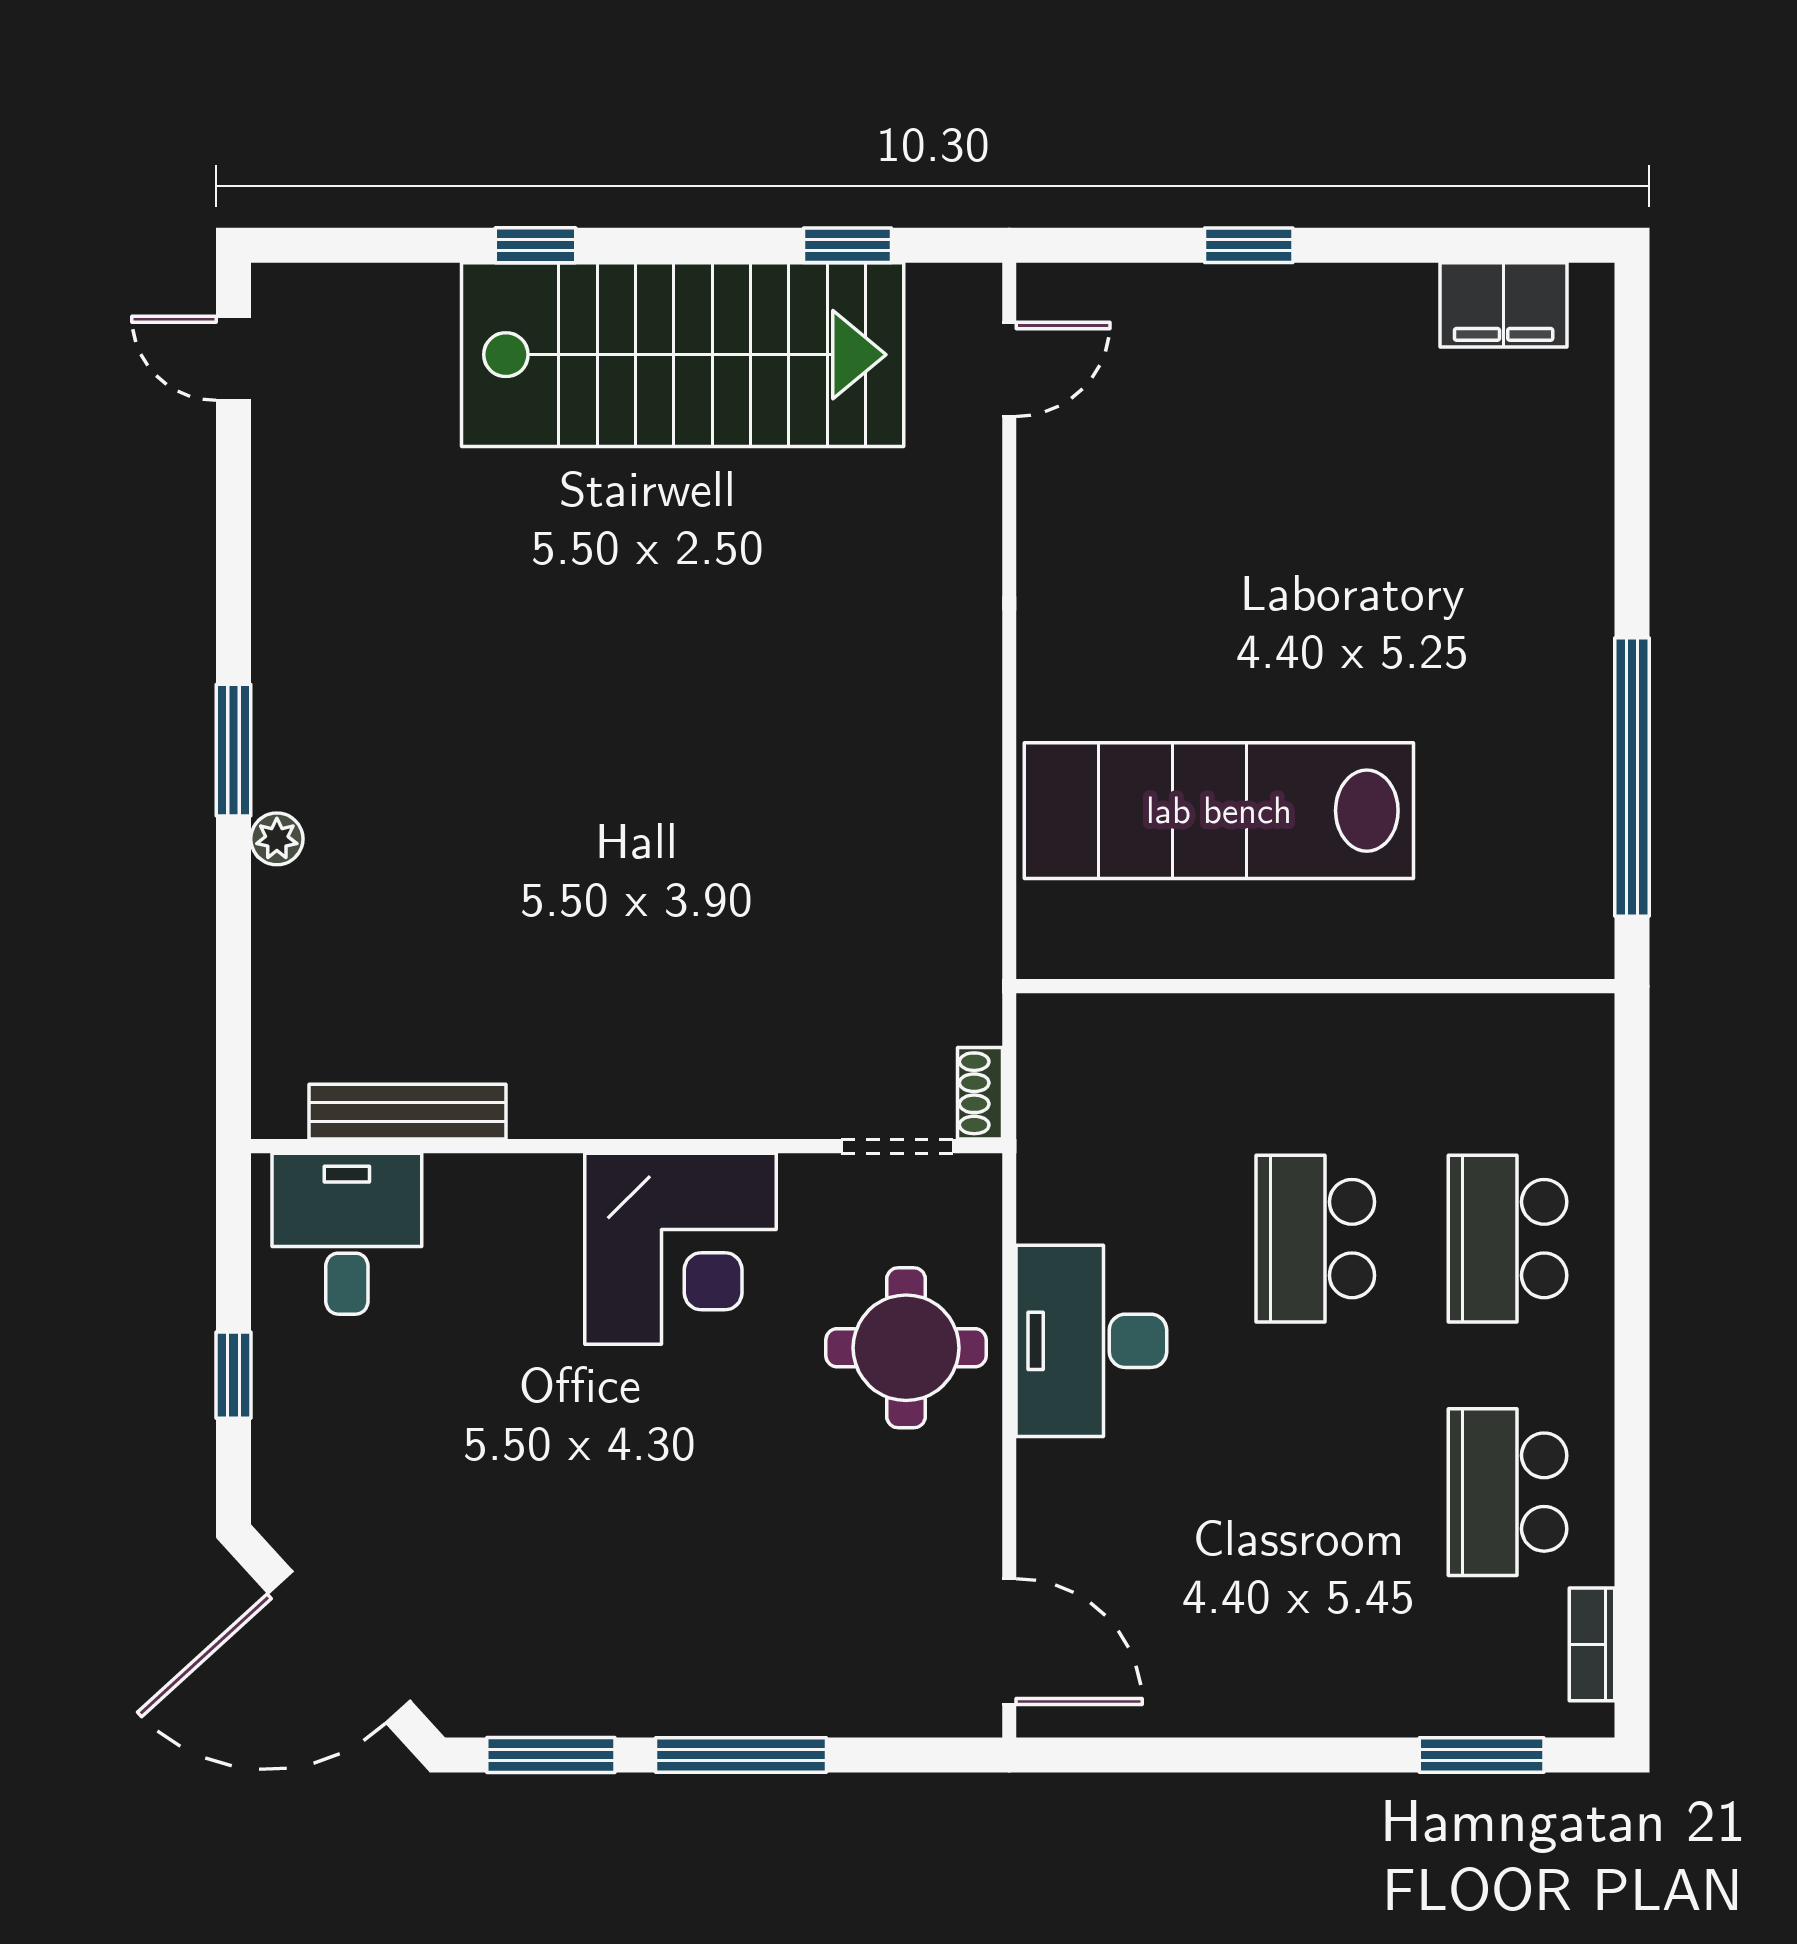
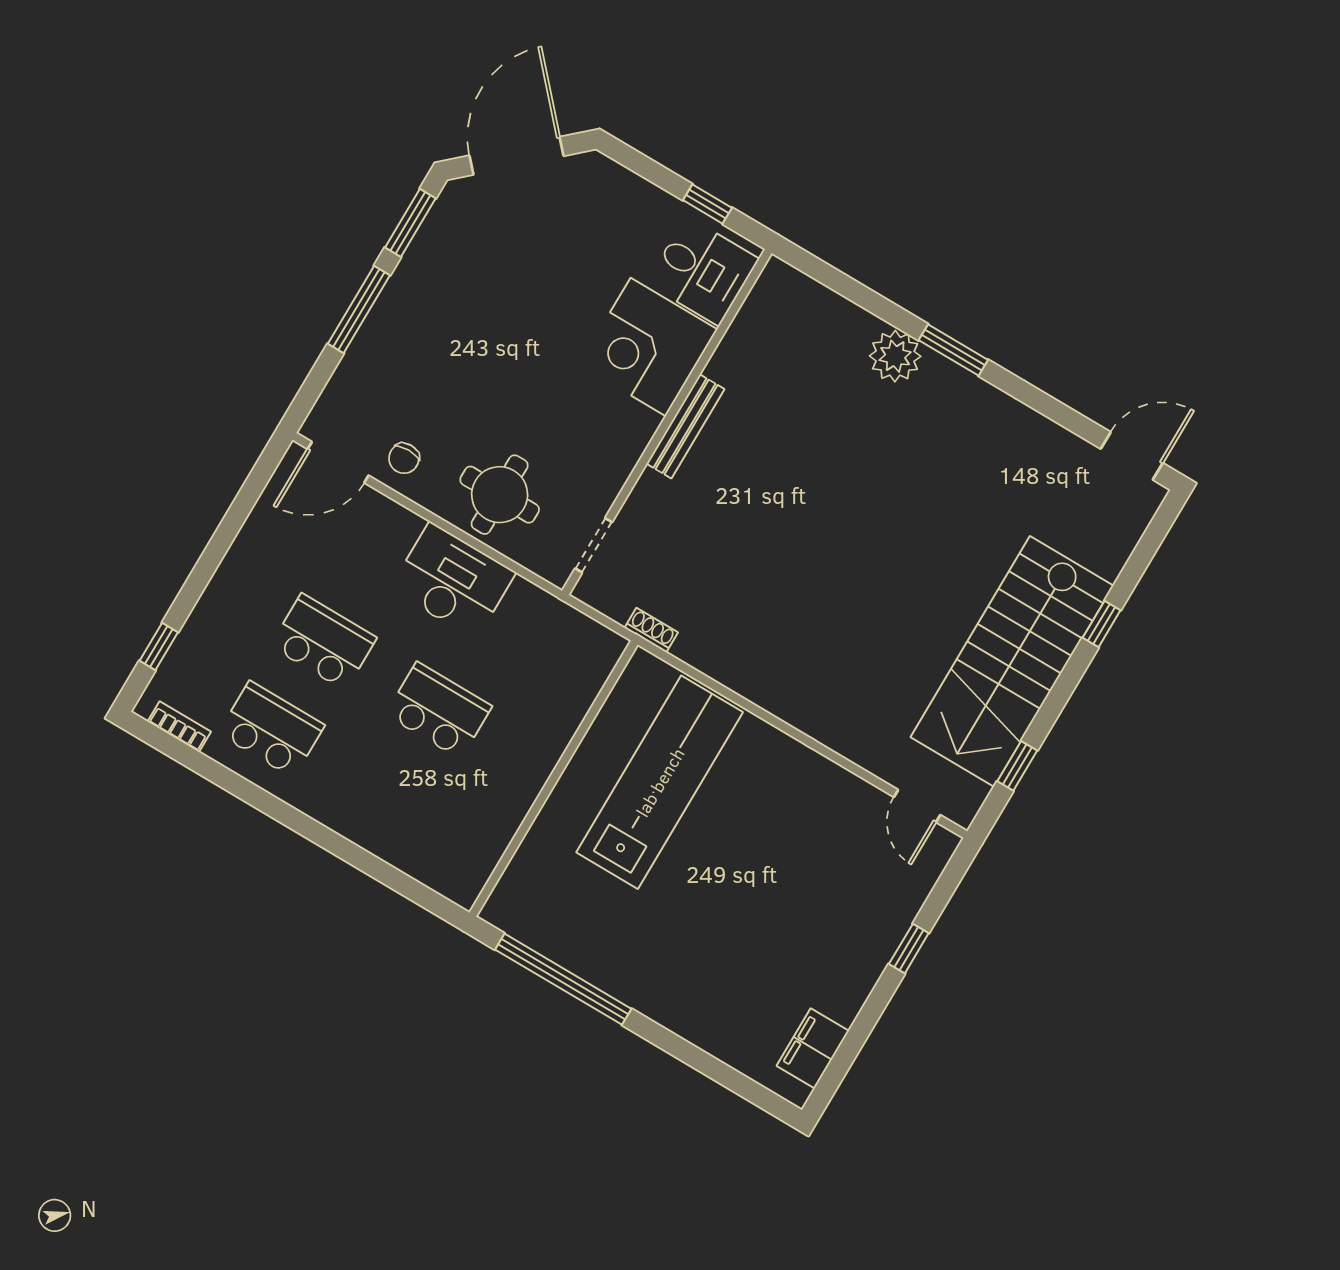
door: (233, 358) -> (1132, 456), width x1.38
plant: (277, 839) -> (895, 356), width x1.87, depth x1.87
shoe rack: (980, 1093) -> (651, 630), moved
bench: (407, 1112) -> (685, 426), moved
school desk: (1507, 1239) -> (323, 642), moved
corner desk: (681, 1249) -> (648, 347), moved
window: (233, 1375) -> (707, 204), moved
chair: (939, 1538) -> (404, 458), added
window: (1482, 1755) -> (159, 647), width x0.67

